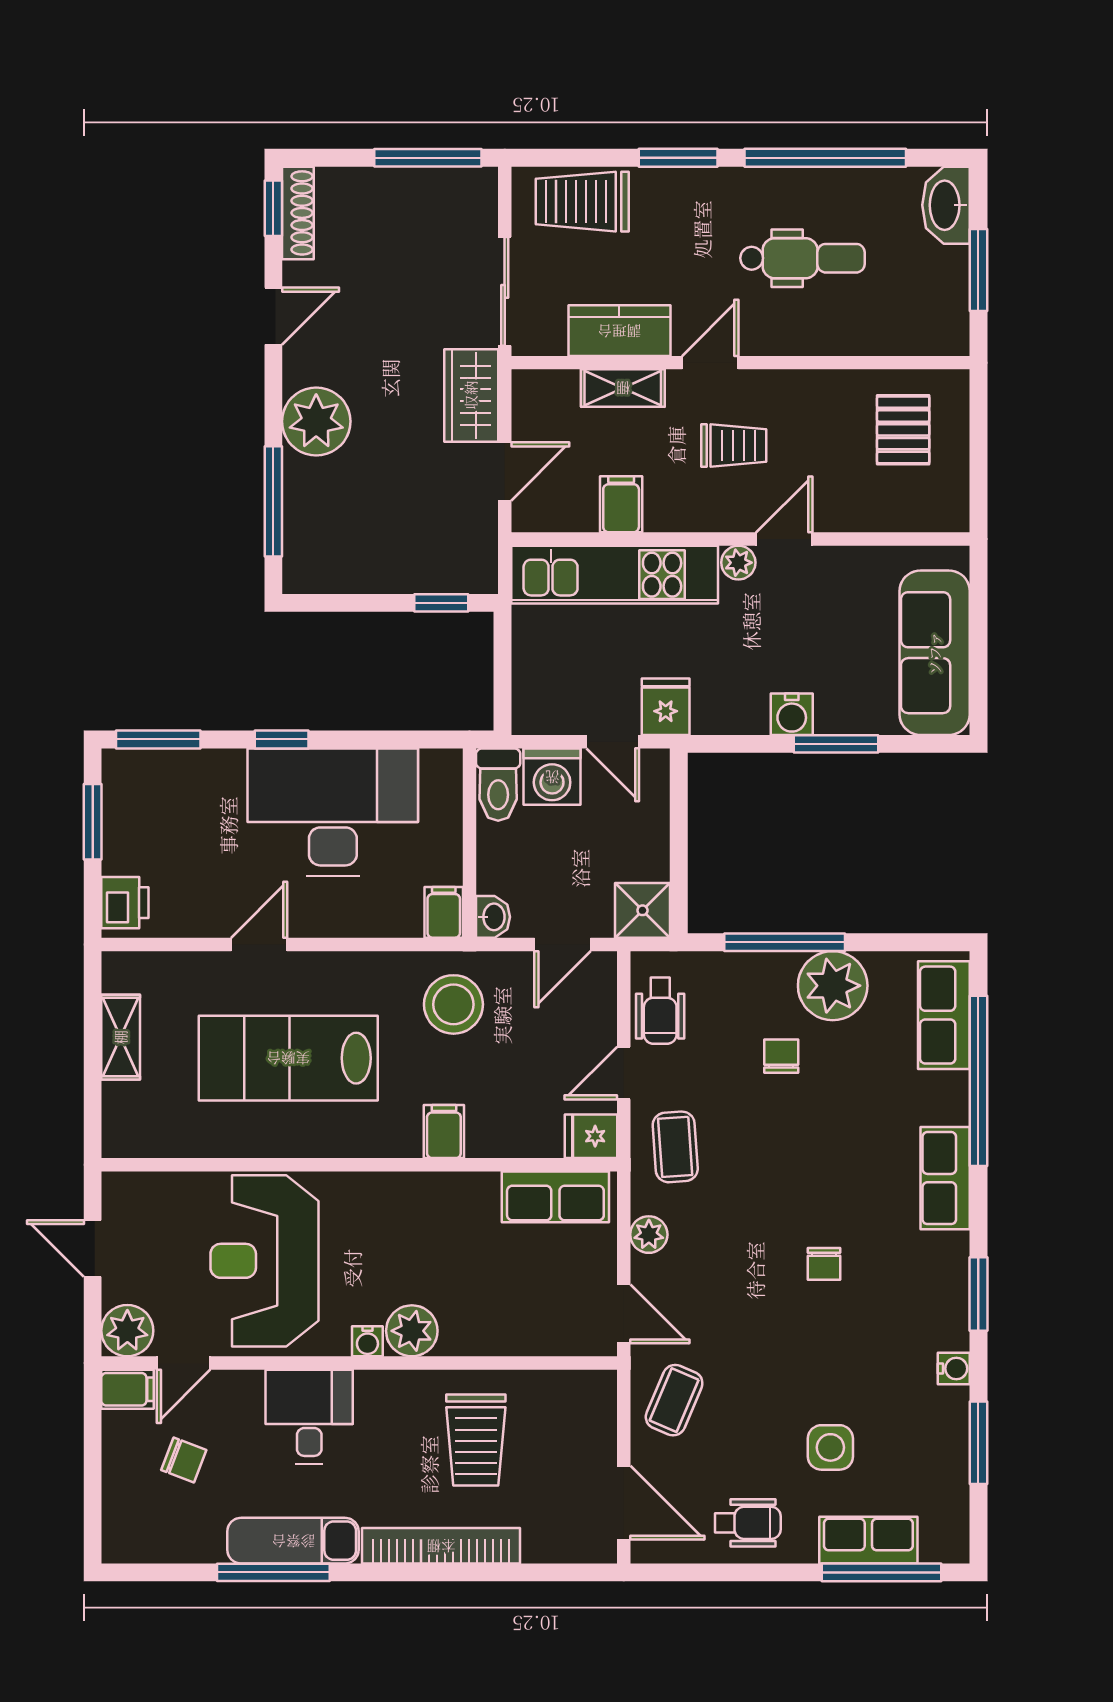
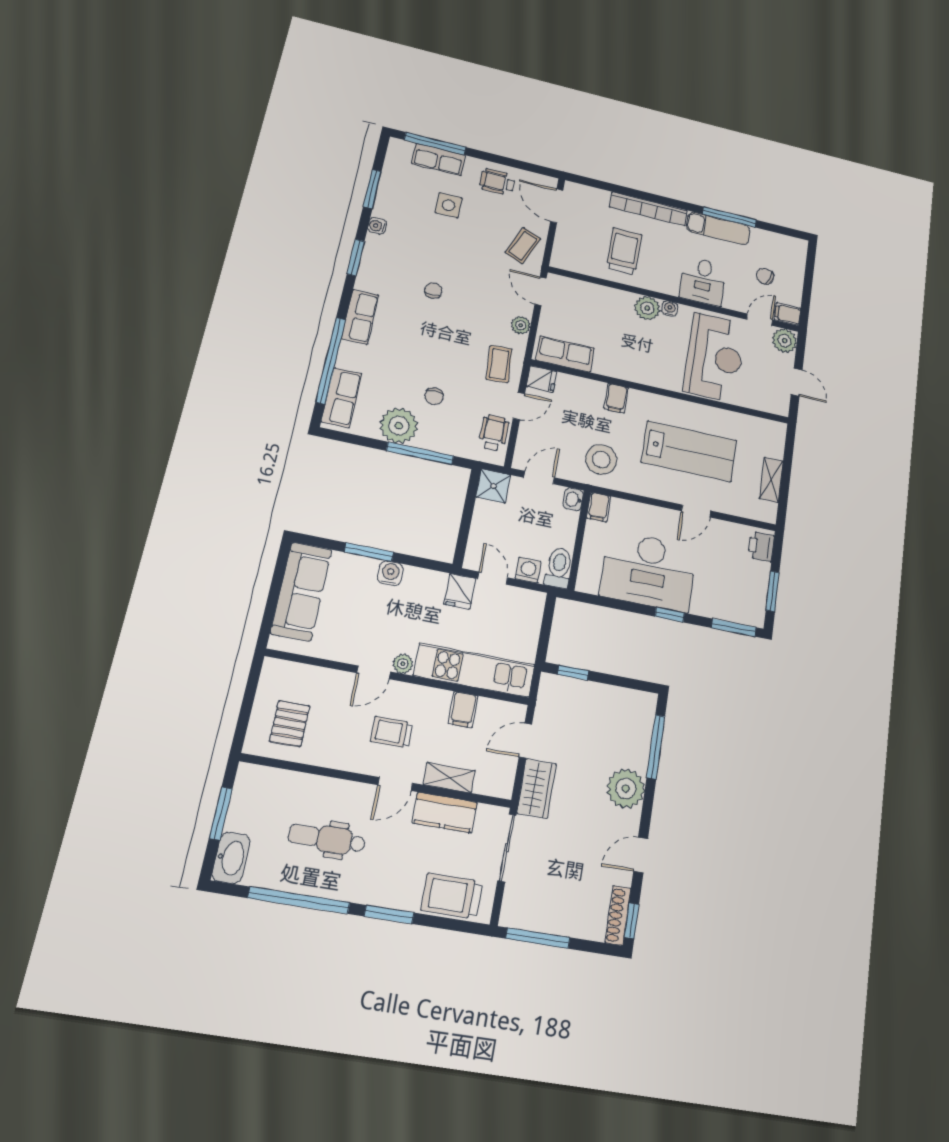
trolley: (582, 202) -> (452, 896), turned 180
washing machine: (552, 777) -> (528, 570), width x0.73, depth x0.73

